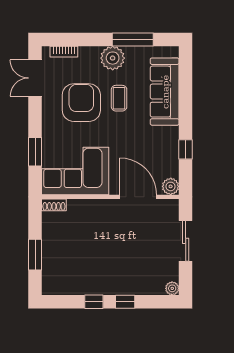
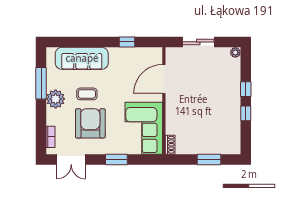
armchair: (81, 103) -> (90, 123), turned 90
window: (35, 152) -> (116, 159), moved
plant: (171, 186) -> (156, 54), removed

